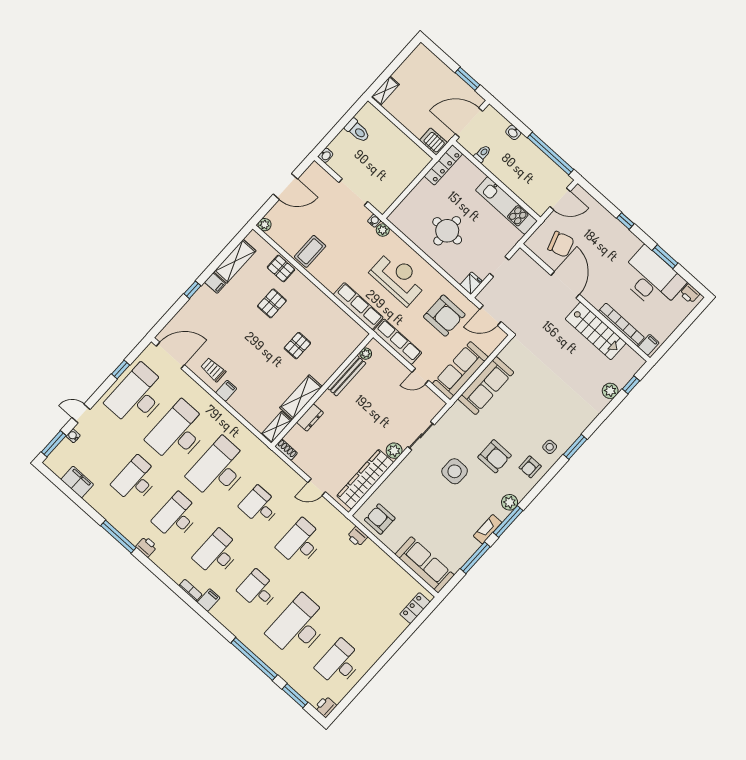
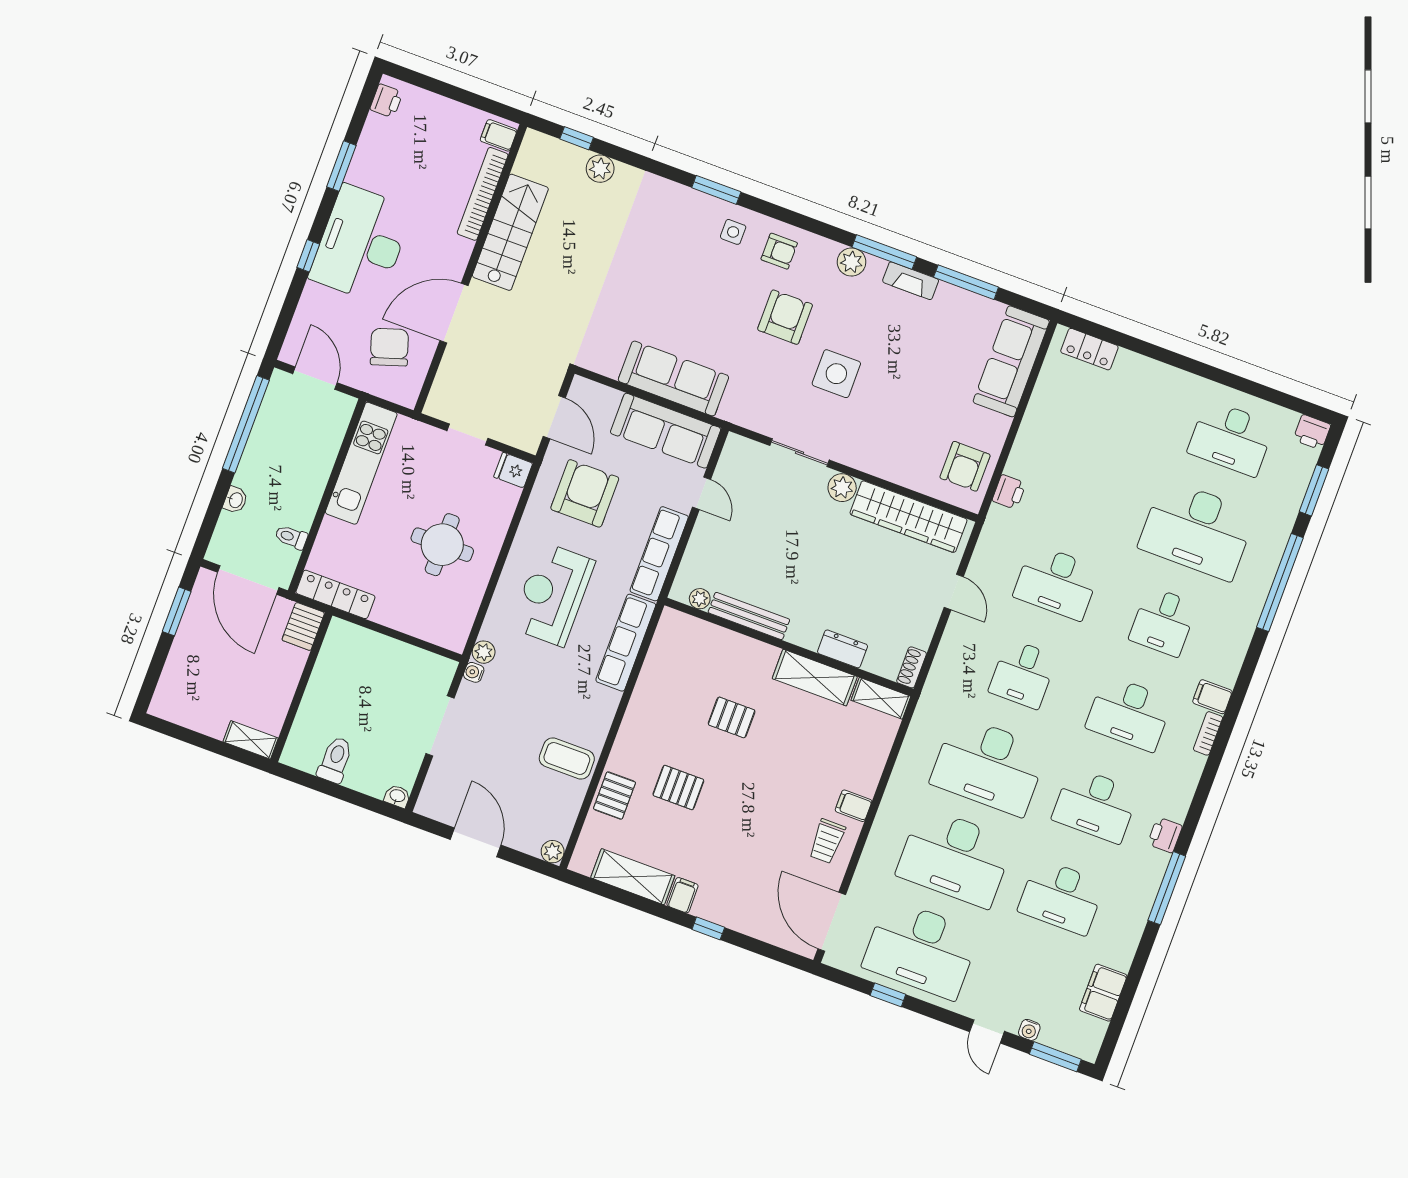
desk: (652, 279) -> (361, 243), moved

